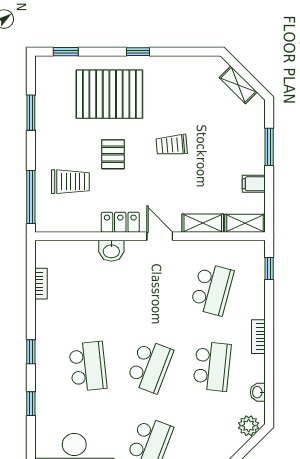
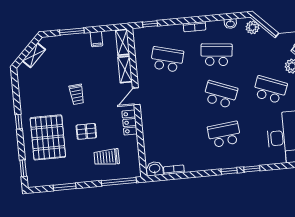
trolley: (70, 182) -> (107, 157), turned -90
washbasin: (111, 251) -> (155, 169), moved, turned -90
window: (31, 352) -> (229, 171), moved

